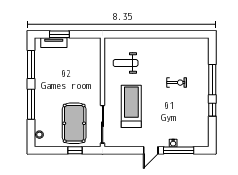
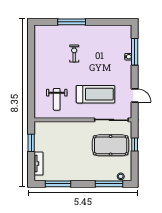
window: (59, 34) -> (31, 143), moved
window: (31, 104) -> (109, 184), moved
treadmill: (131, 106) -> (95, 94), turned 180
window: (212, 110) -> (98, 22), removed
door: (151, 150) -> (135, 96), moved

